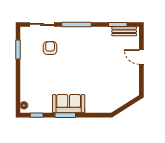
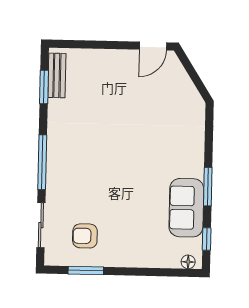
armchair: (50, 48) -> (85, 236), moved
door: (141, 57) -> (153, 46), moved
sofa: (69, 104) -> (186, 208), moved

